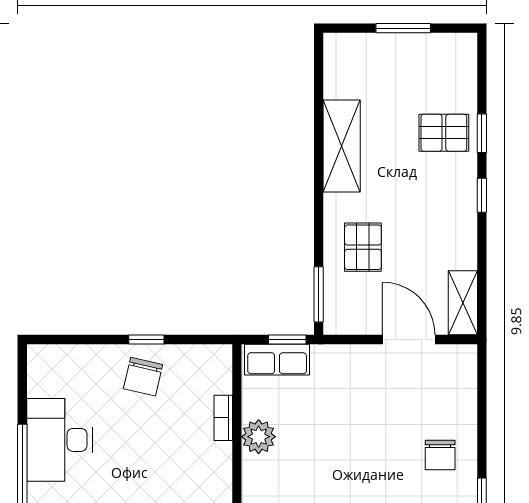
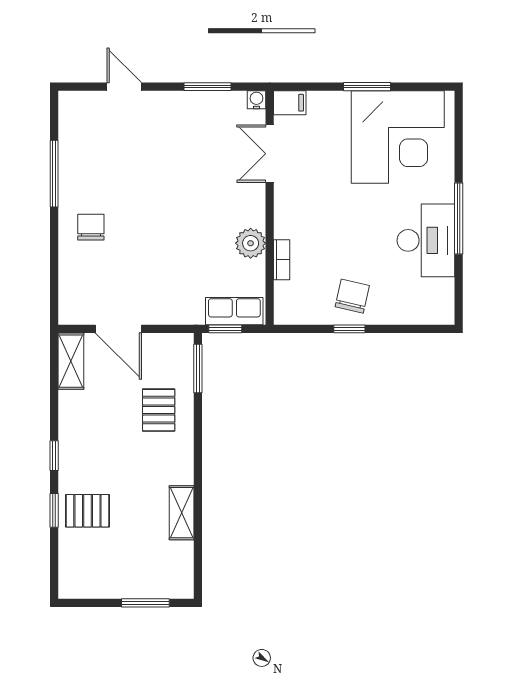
window: (403, 28) -> (145, 603), moved
shelving: (342, 146) -> (182, 513), width x0.67, depth x0.75

